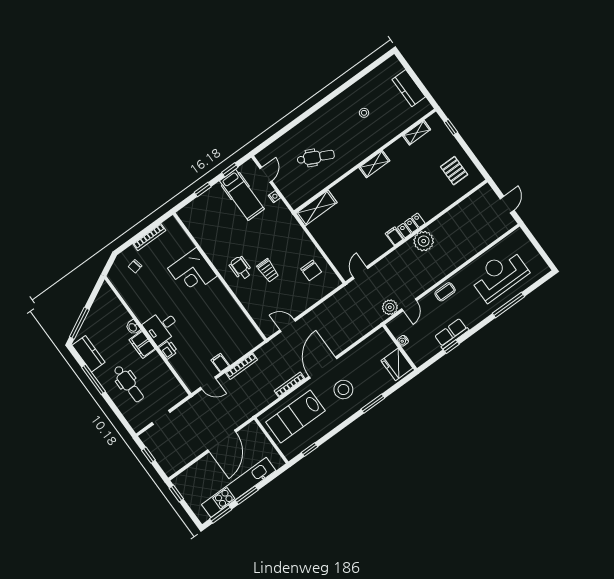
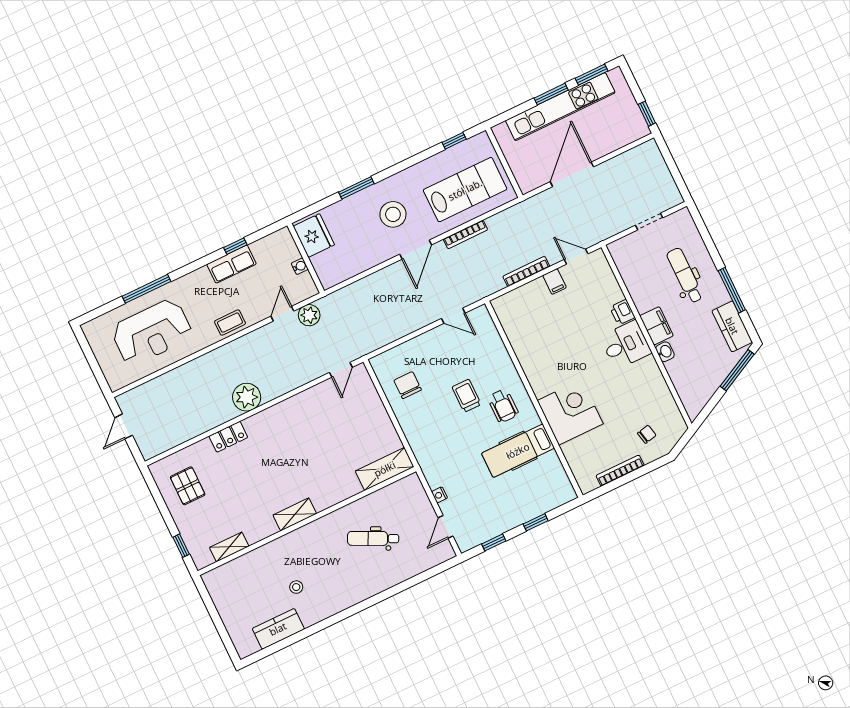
kitchen counter: (409, 88) -> (278, 629), moved, turned -90
hospital bed: (242, 195) -> (518, 451), moved, turned -90
locker: (411, 225) -> (228, 437), moved
filing cabinet: (394, 236) -> (285, 411), removed
door: (323, 367) -> (416, 250), width x0.73
window: (148, 455) -> (675, 173), removed

